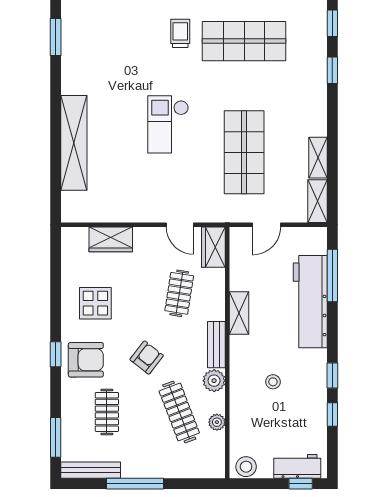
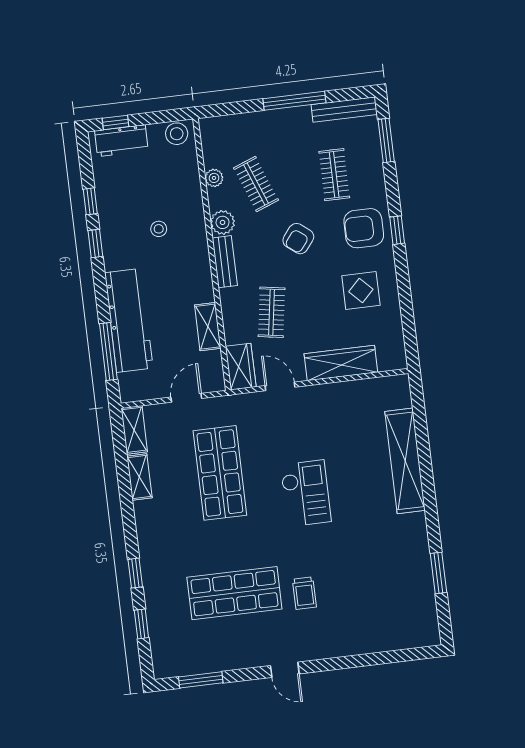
wardrobe: (111, 239) -> (341, 363), width x1.50
shelving: (239, 313) -> (208, 327), moved
clothes rail: (179, 412) -> (256, 184), width x0.73

